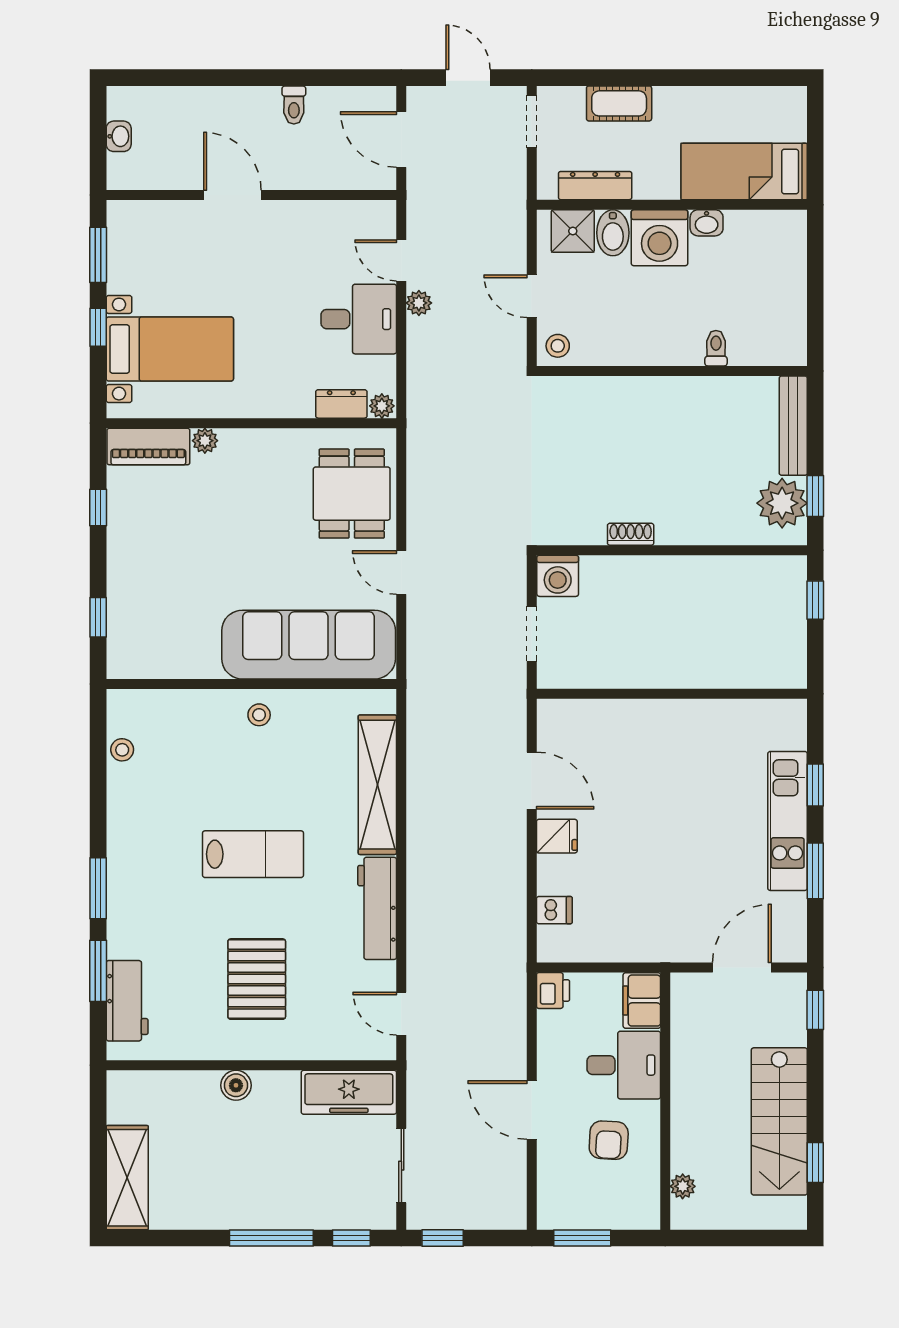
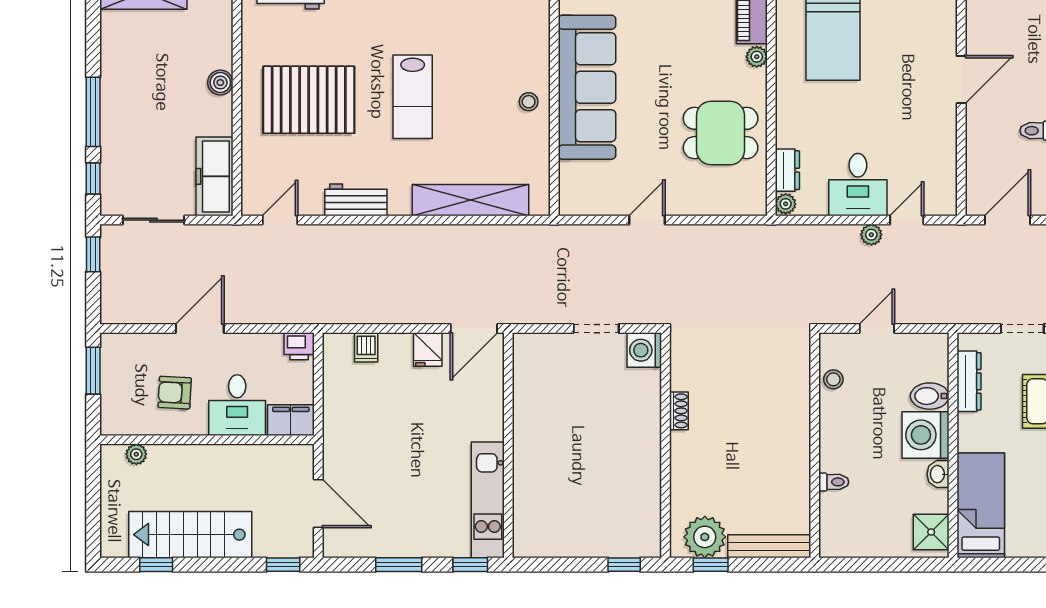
shower: (573, 231) -> (931, 532), moved
stool: (558, 346) -> (833, 379), moved
dining table: (352, 494) -> (721, 133), moved
sofa: (309, 645) -> (587, 87), moved
wall: (672, 694) -> (508, 445), moved
kitchen unit: (788, 821) -> (488, 500), moved, turned -90
workbench: (377, 908) -> (356, 200), width x0.73
pallet: (257, 979) -> (309, 100), width x1.37, depth x1.41

